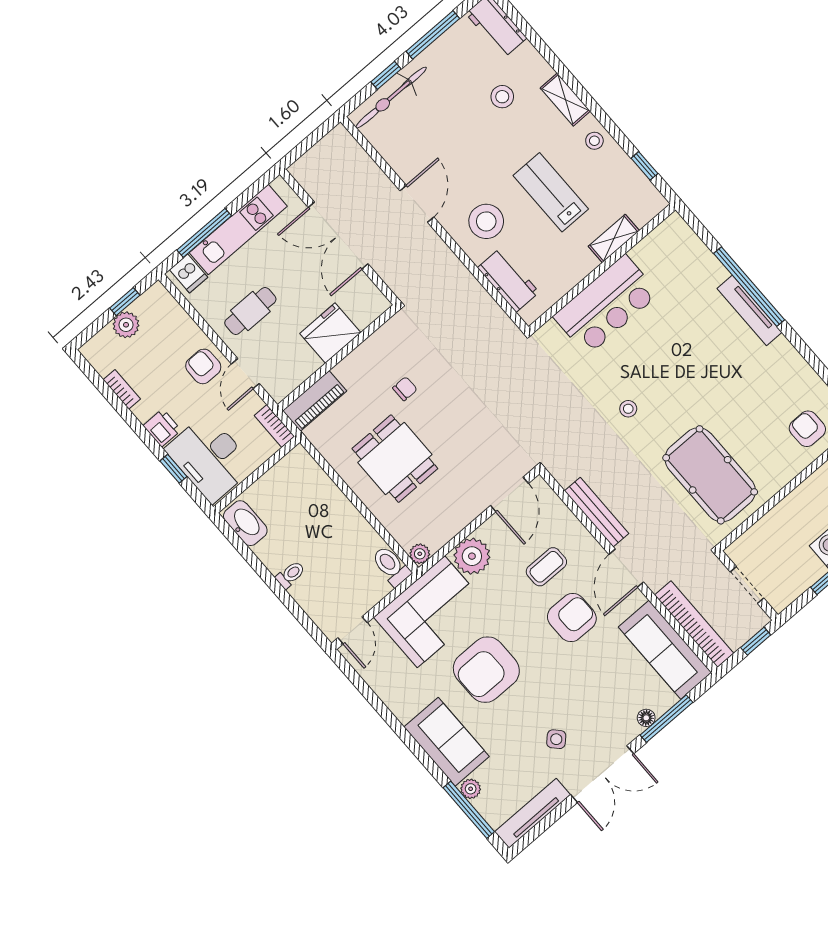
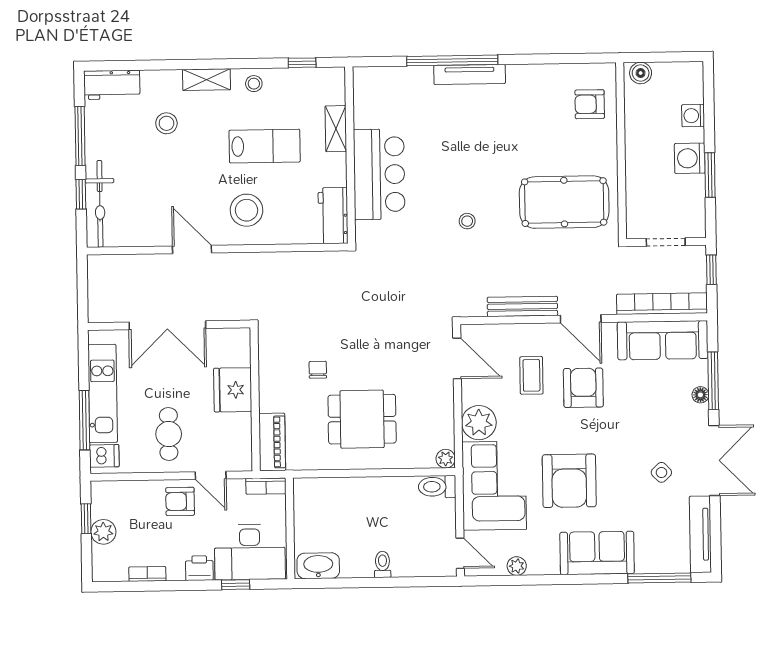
lab bench: (551, 192) -> (265, 146), turned 180
workbench: (508, 280) -> (333, 216), moved, turned -90
plant: (471, 789) -> (517, 566), moved

